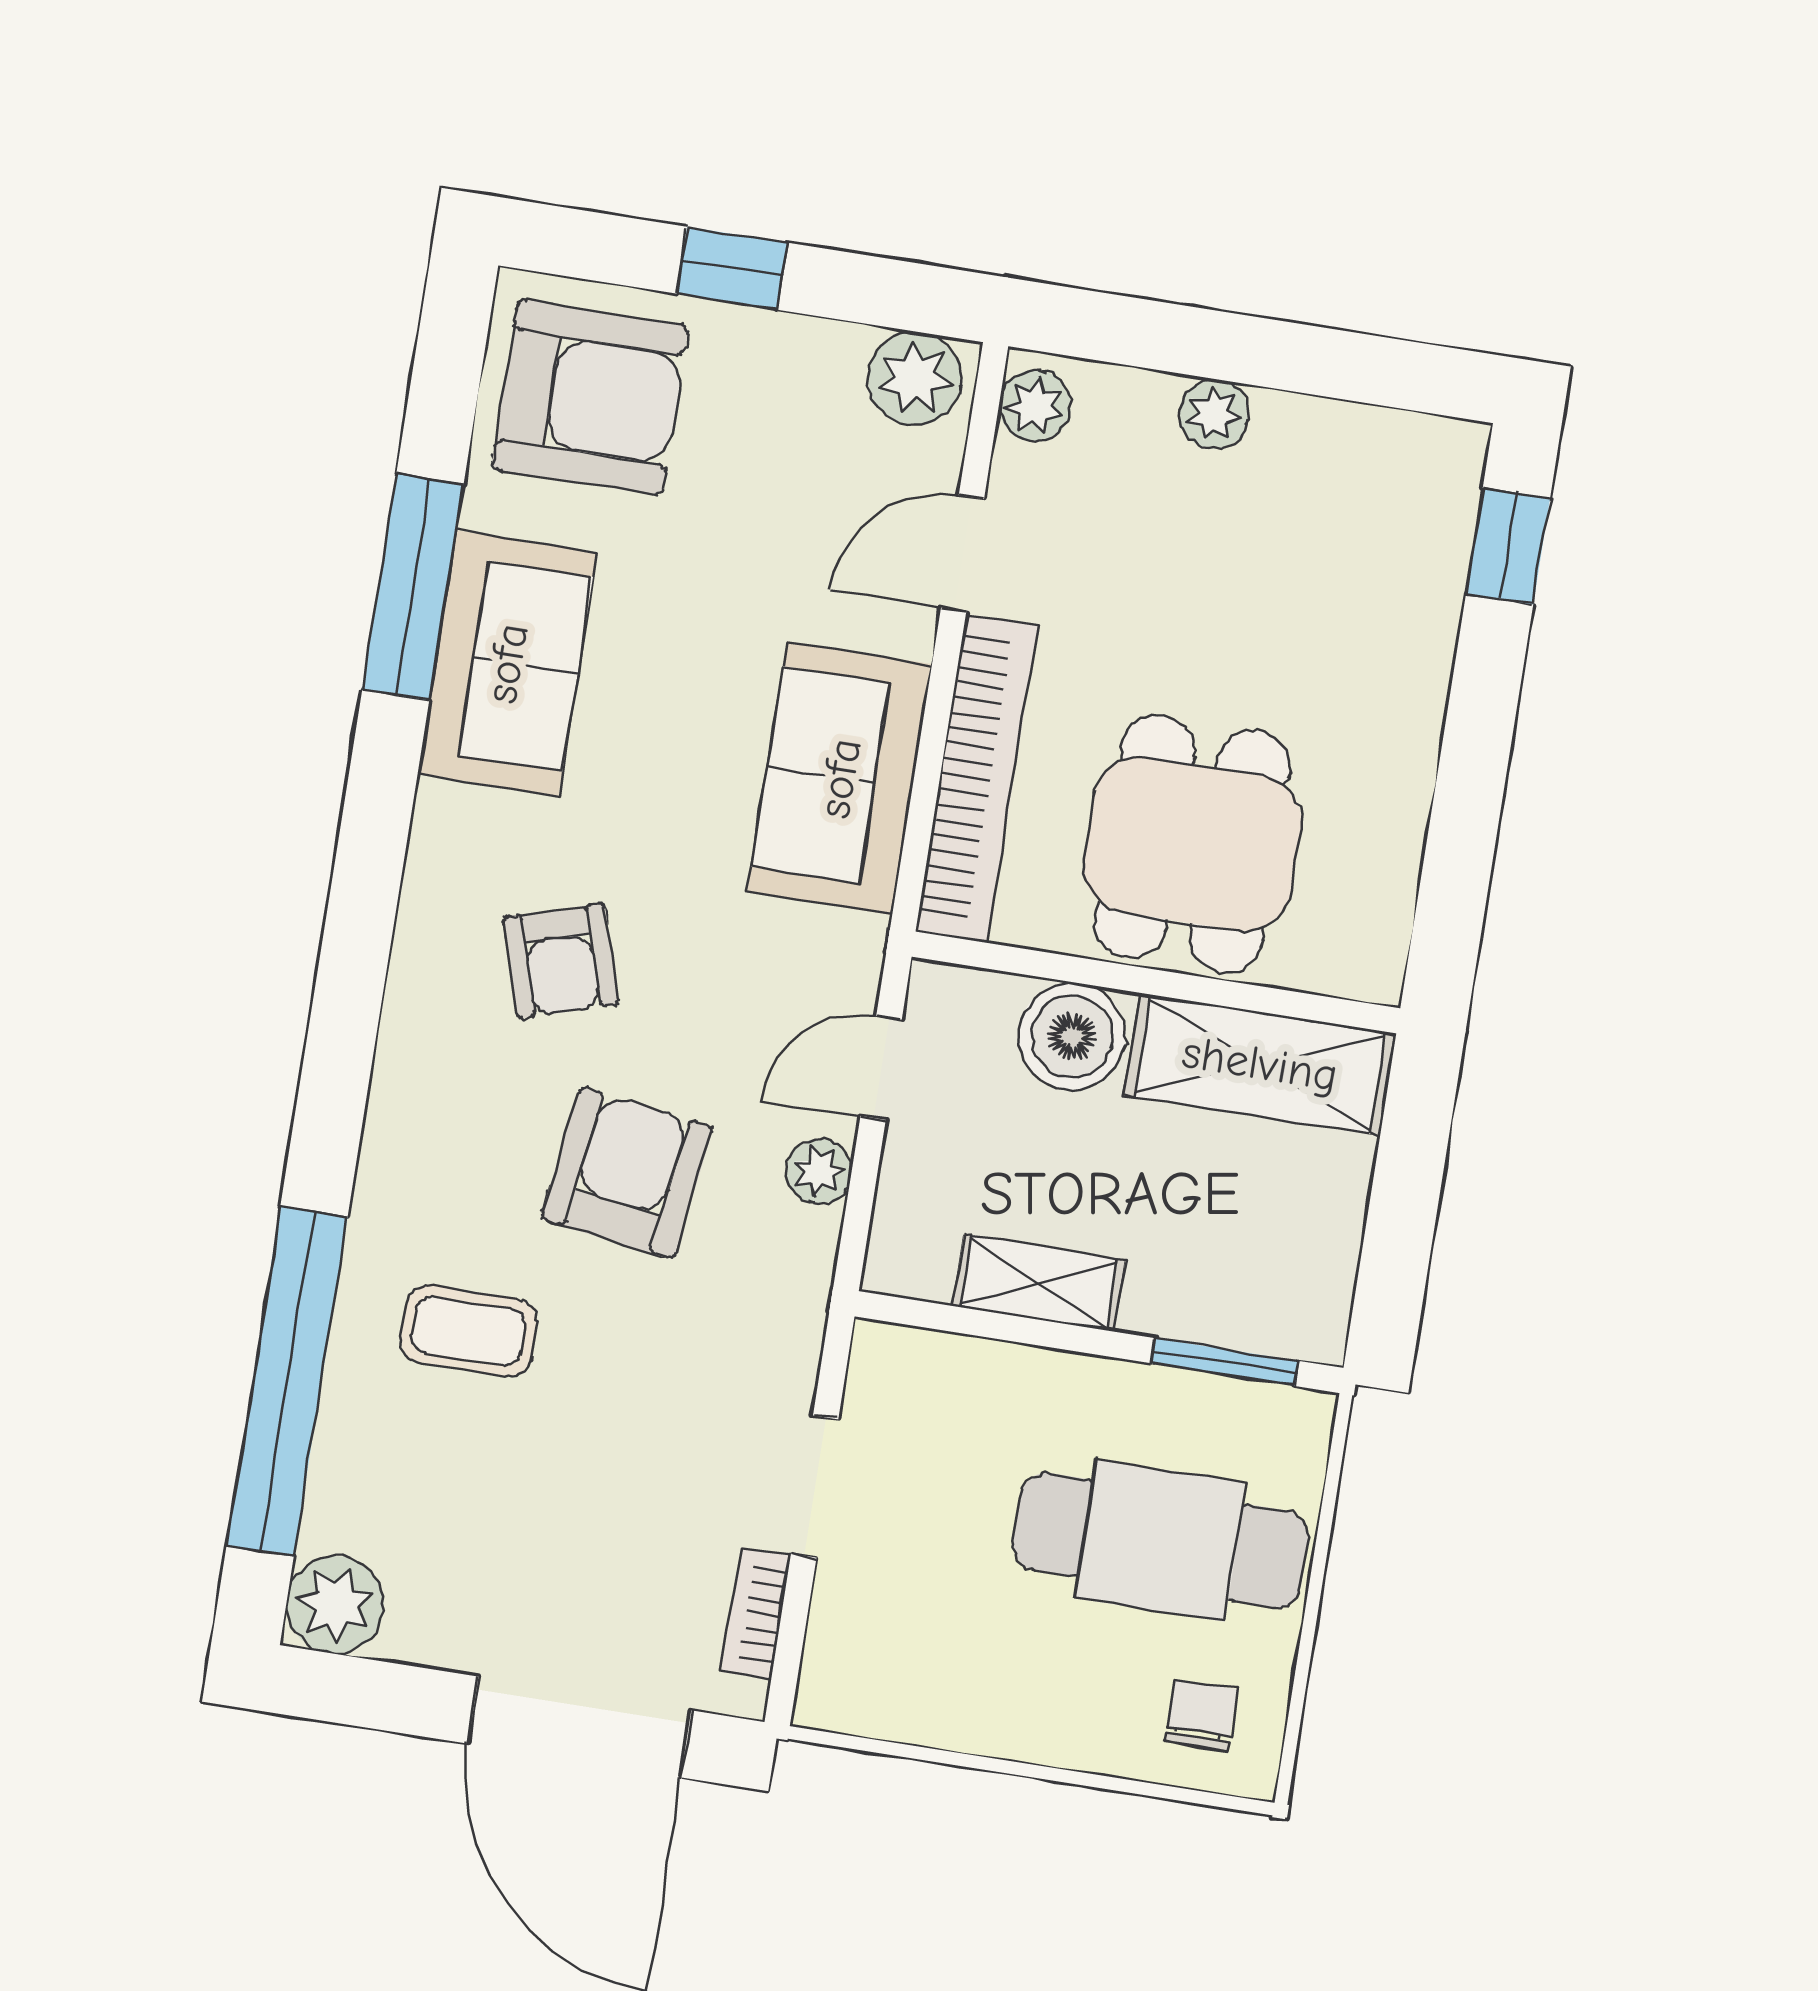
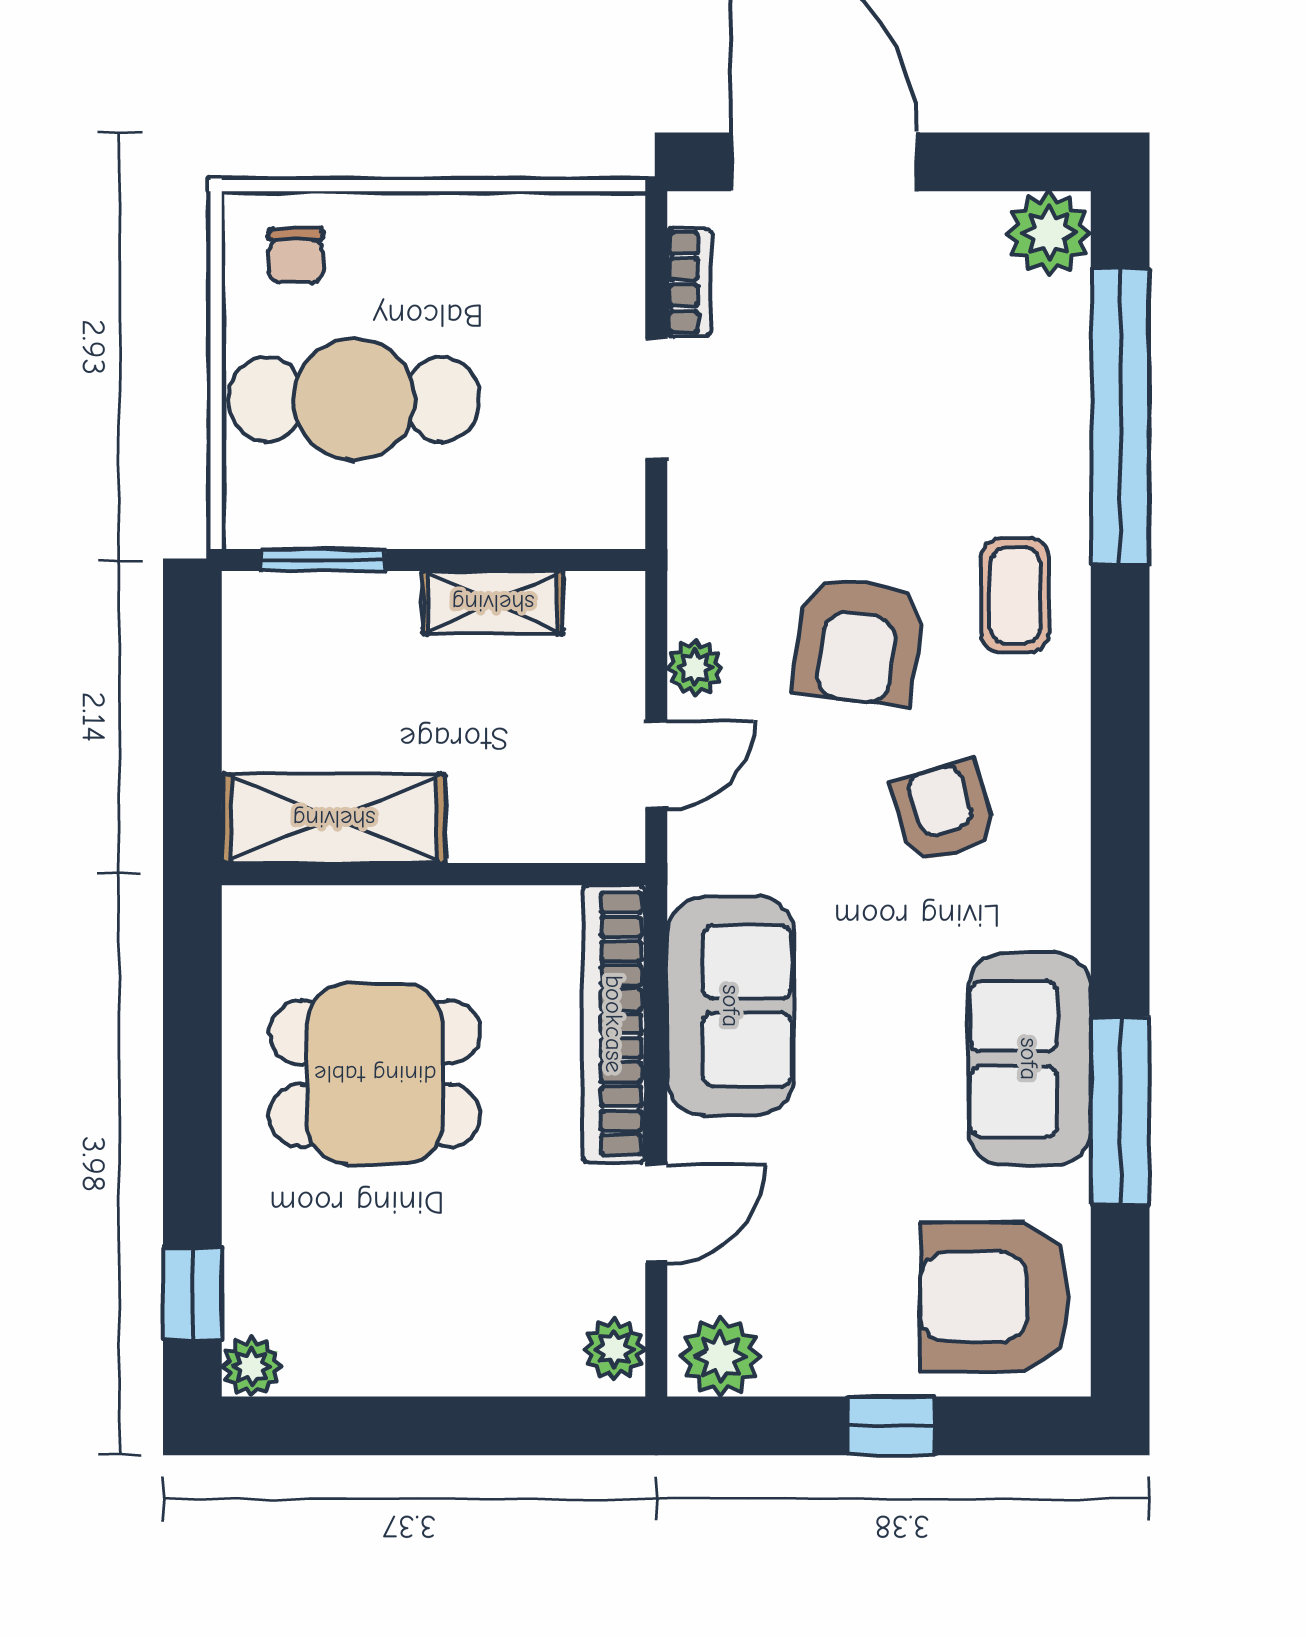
plant: (1214, 414) -> (252, 1366), moved
dining table: (1192, 844) -> (375, 1074), moved, turned 90
boiler: (1072, 1037) -> (498, 817), removed
coffee table: (469, 1331) -> (1015, 595), moved, turned 90

